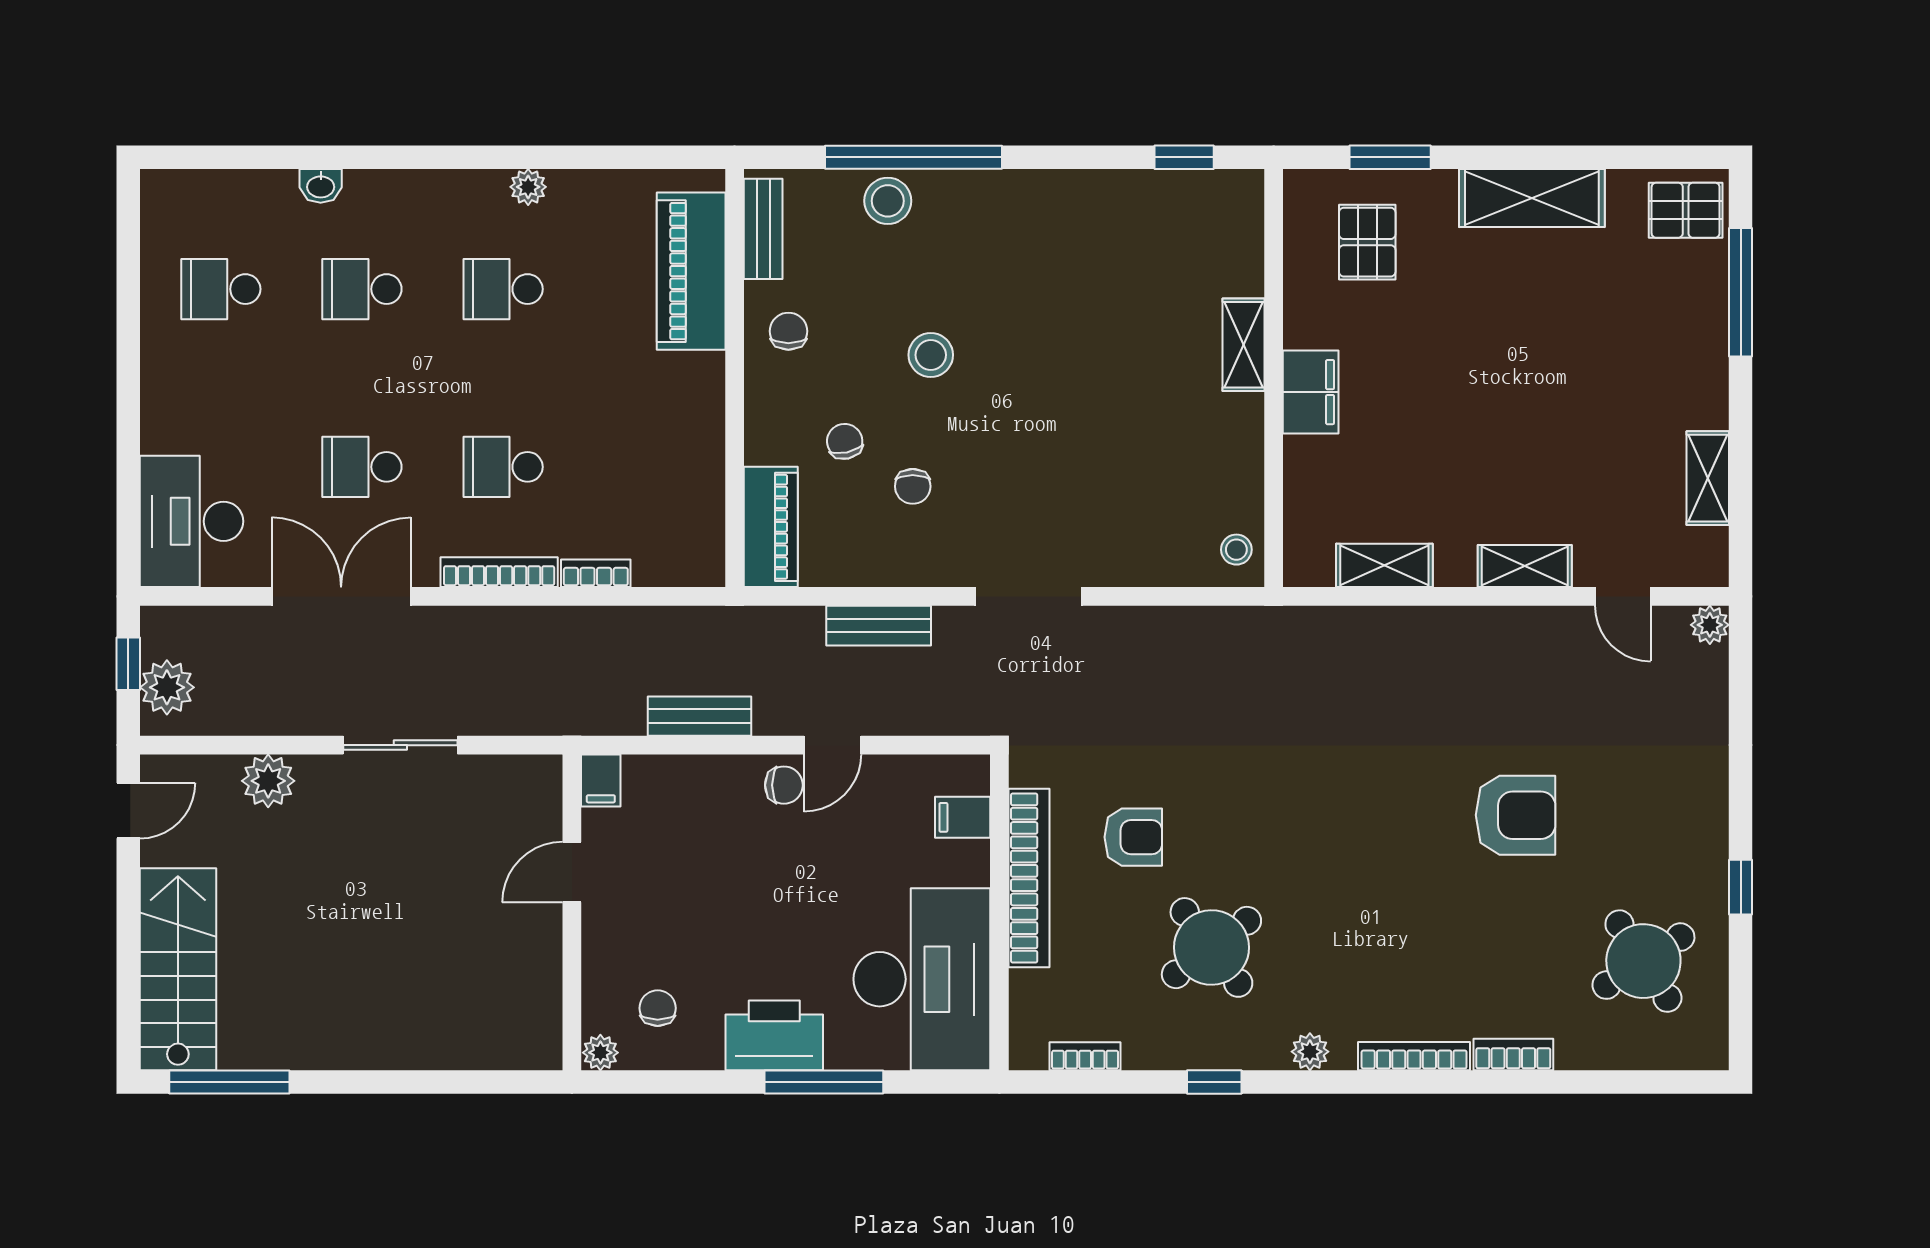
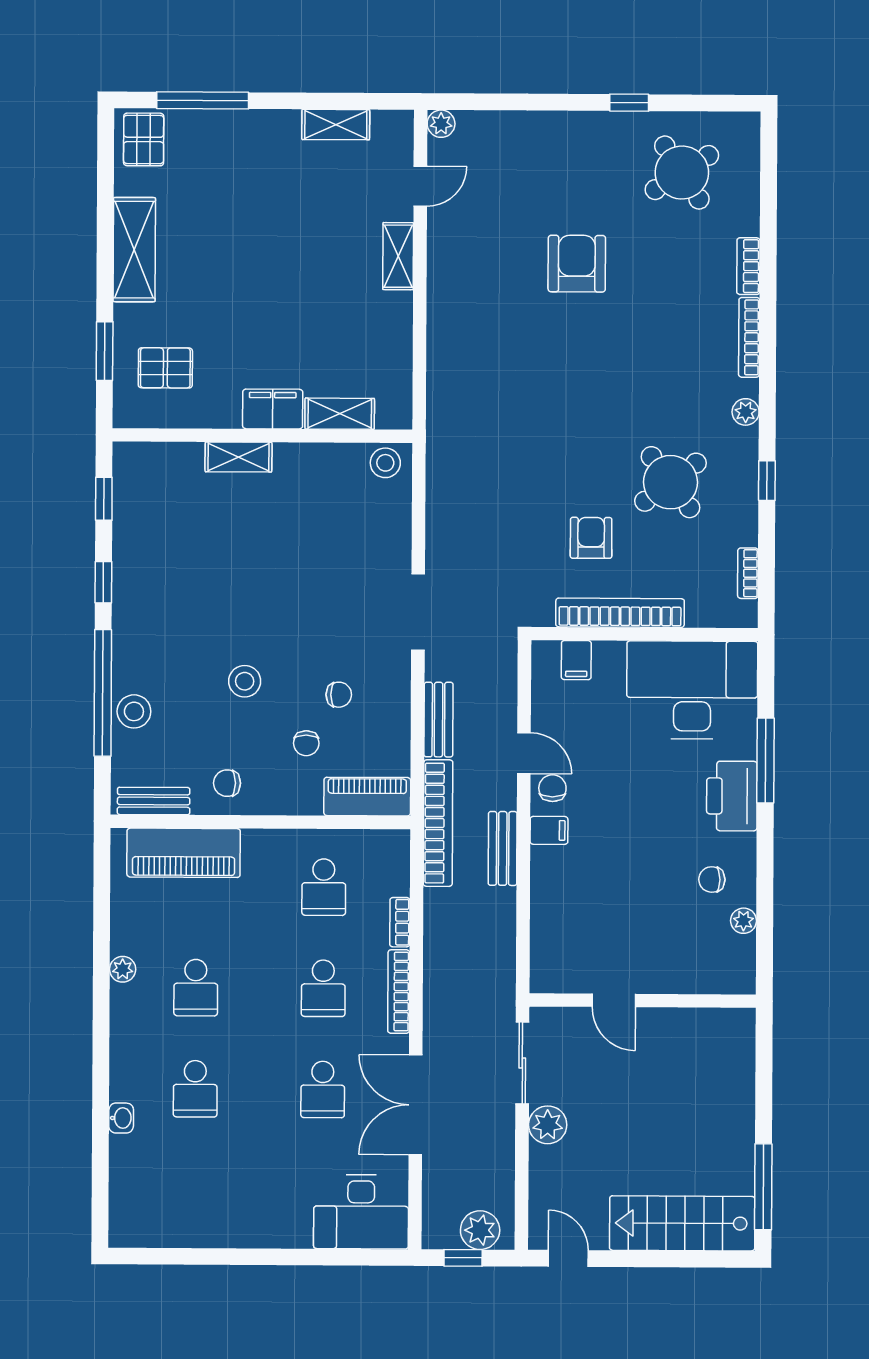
window: (1068, 157) -> (103, 582), added
school desk: (221, 289) -> (324, 887), moved
chair: (845, 441) -> (306, 743), turned -78
stool: (1236, 550) -> (385, 463), width x1.37, depth x1.37
shelving: (1384, 565) -> (340, 414), moved, turned 90
bookcase: (734, 626) -> (438, 823), added
plant: (268, 781) -> (548, 1125), moved
filing cabinet: (601, 781) -> (549, 830), moved
door: (572, 872) -> (614, 1000), moved
wall: (572, 912) -> (643, 1001), moved

